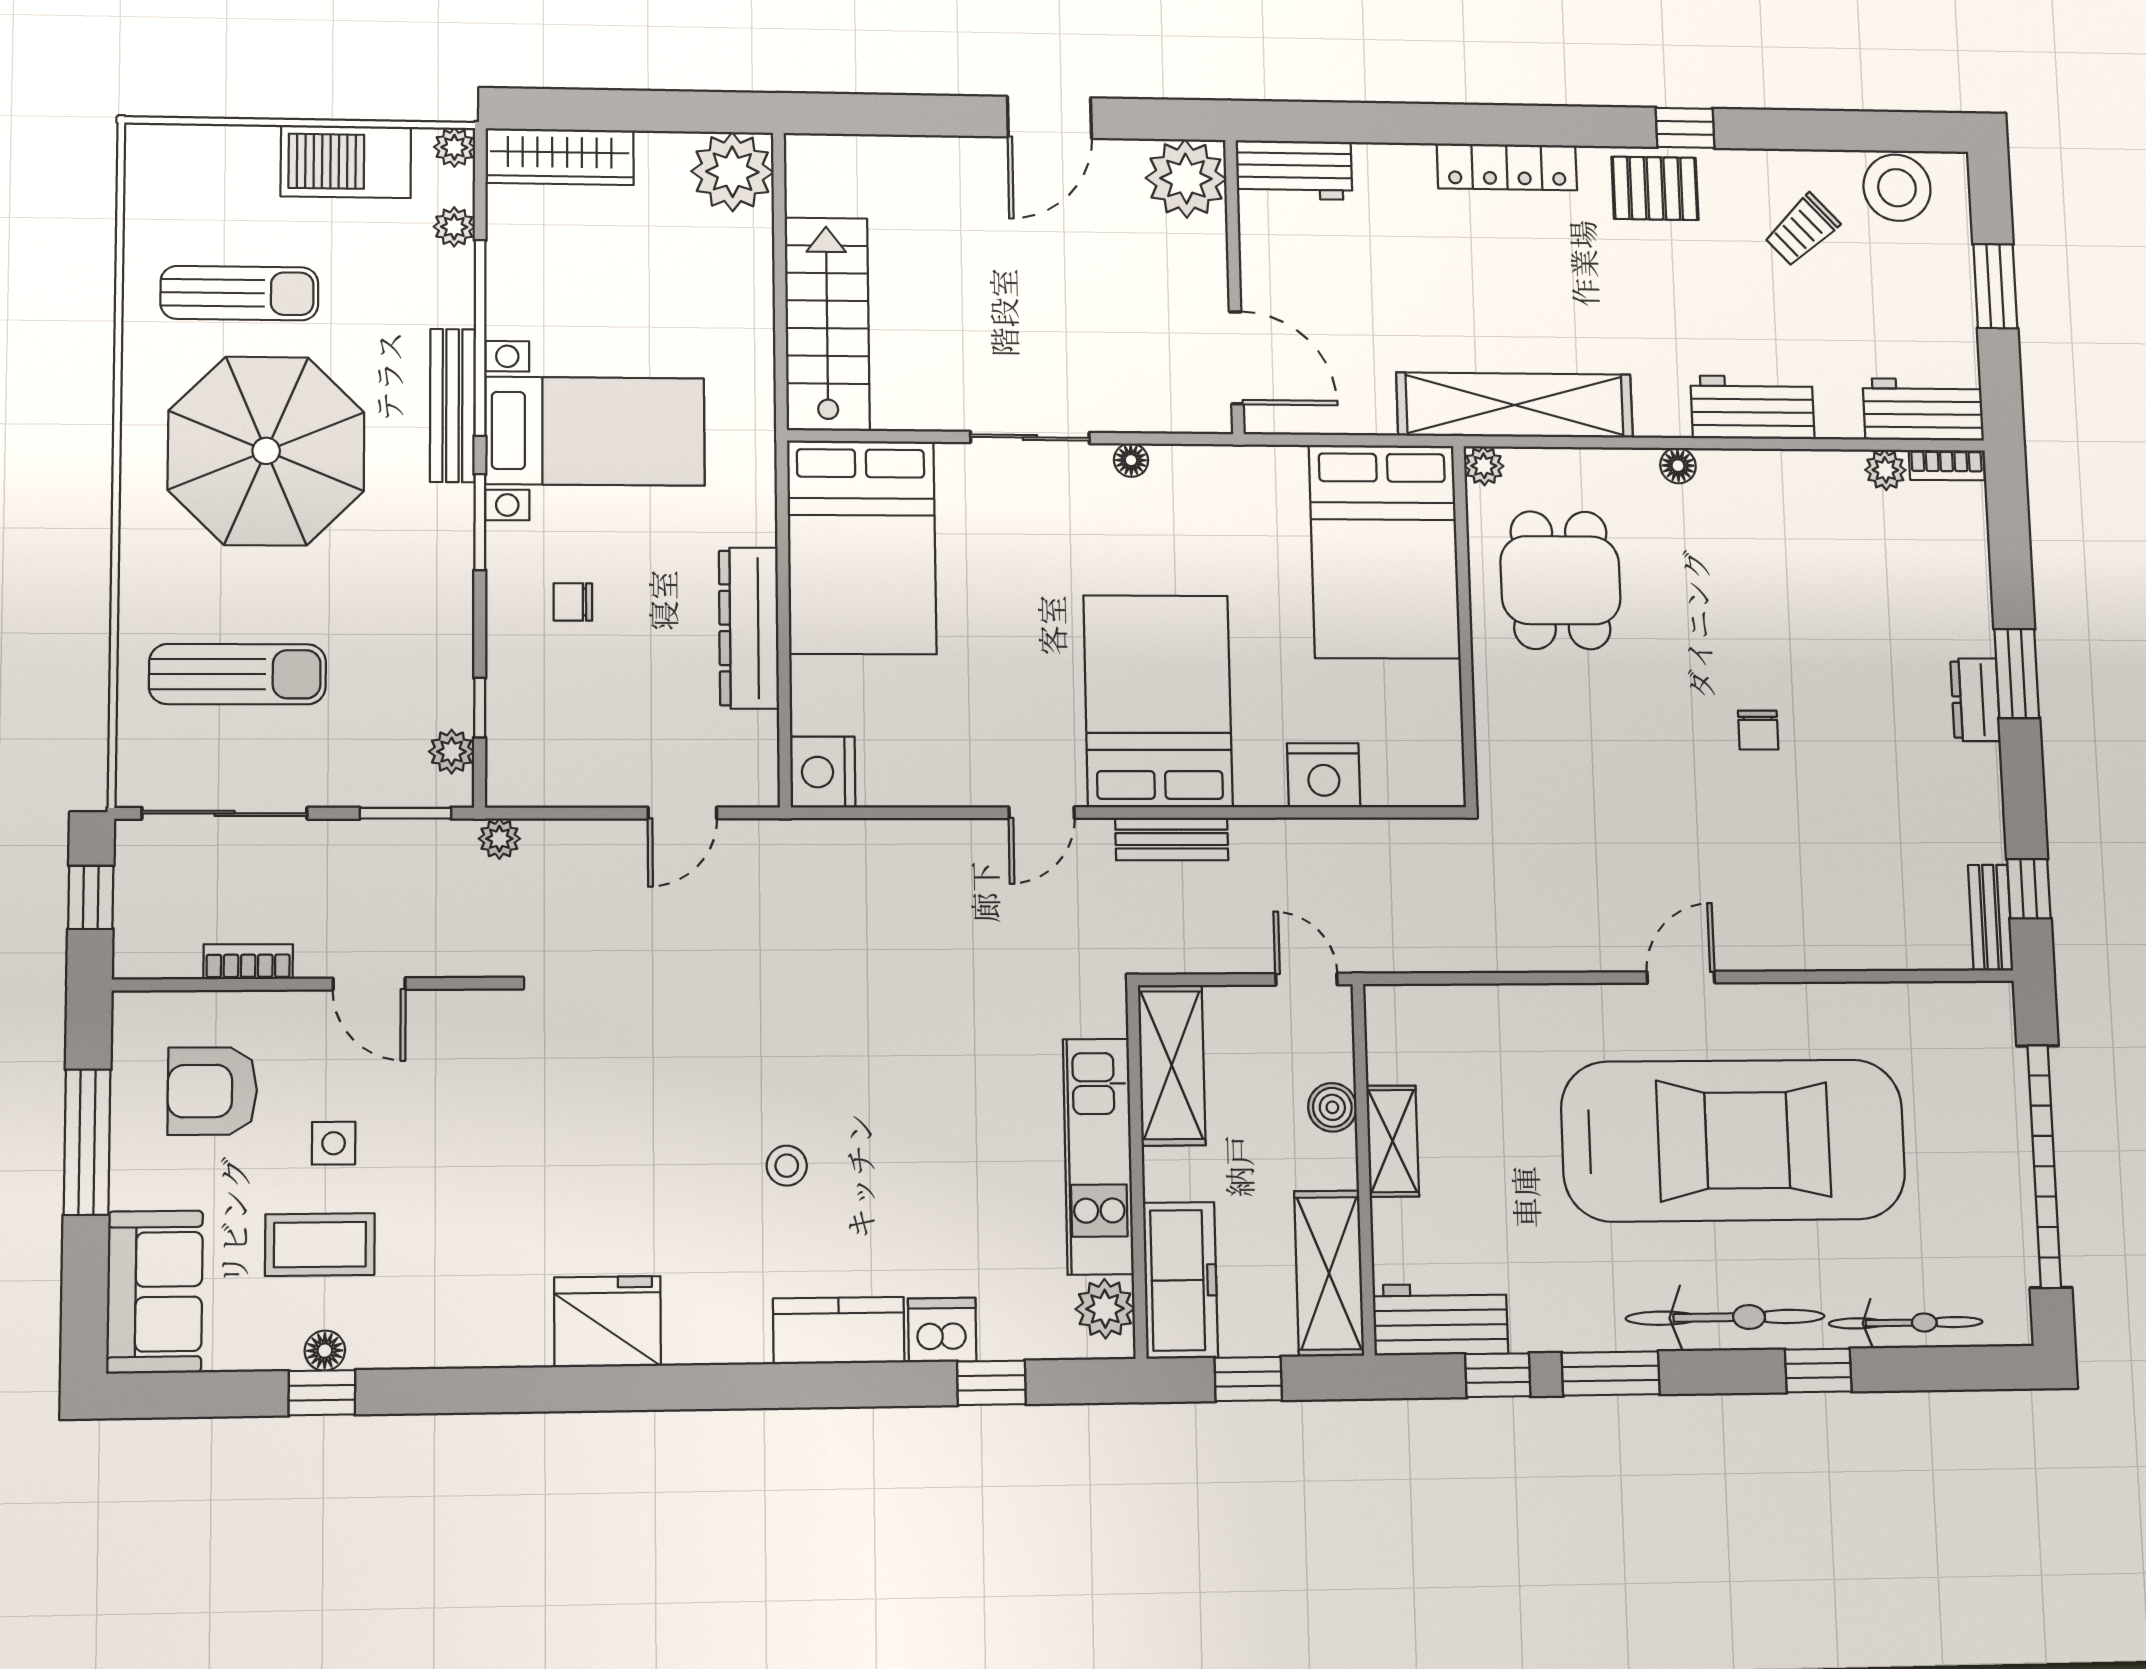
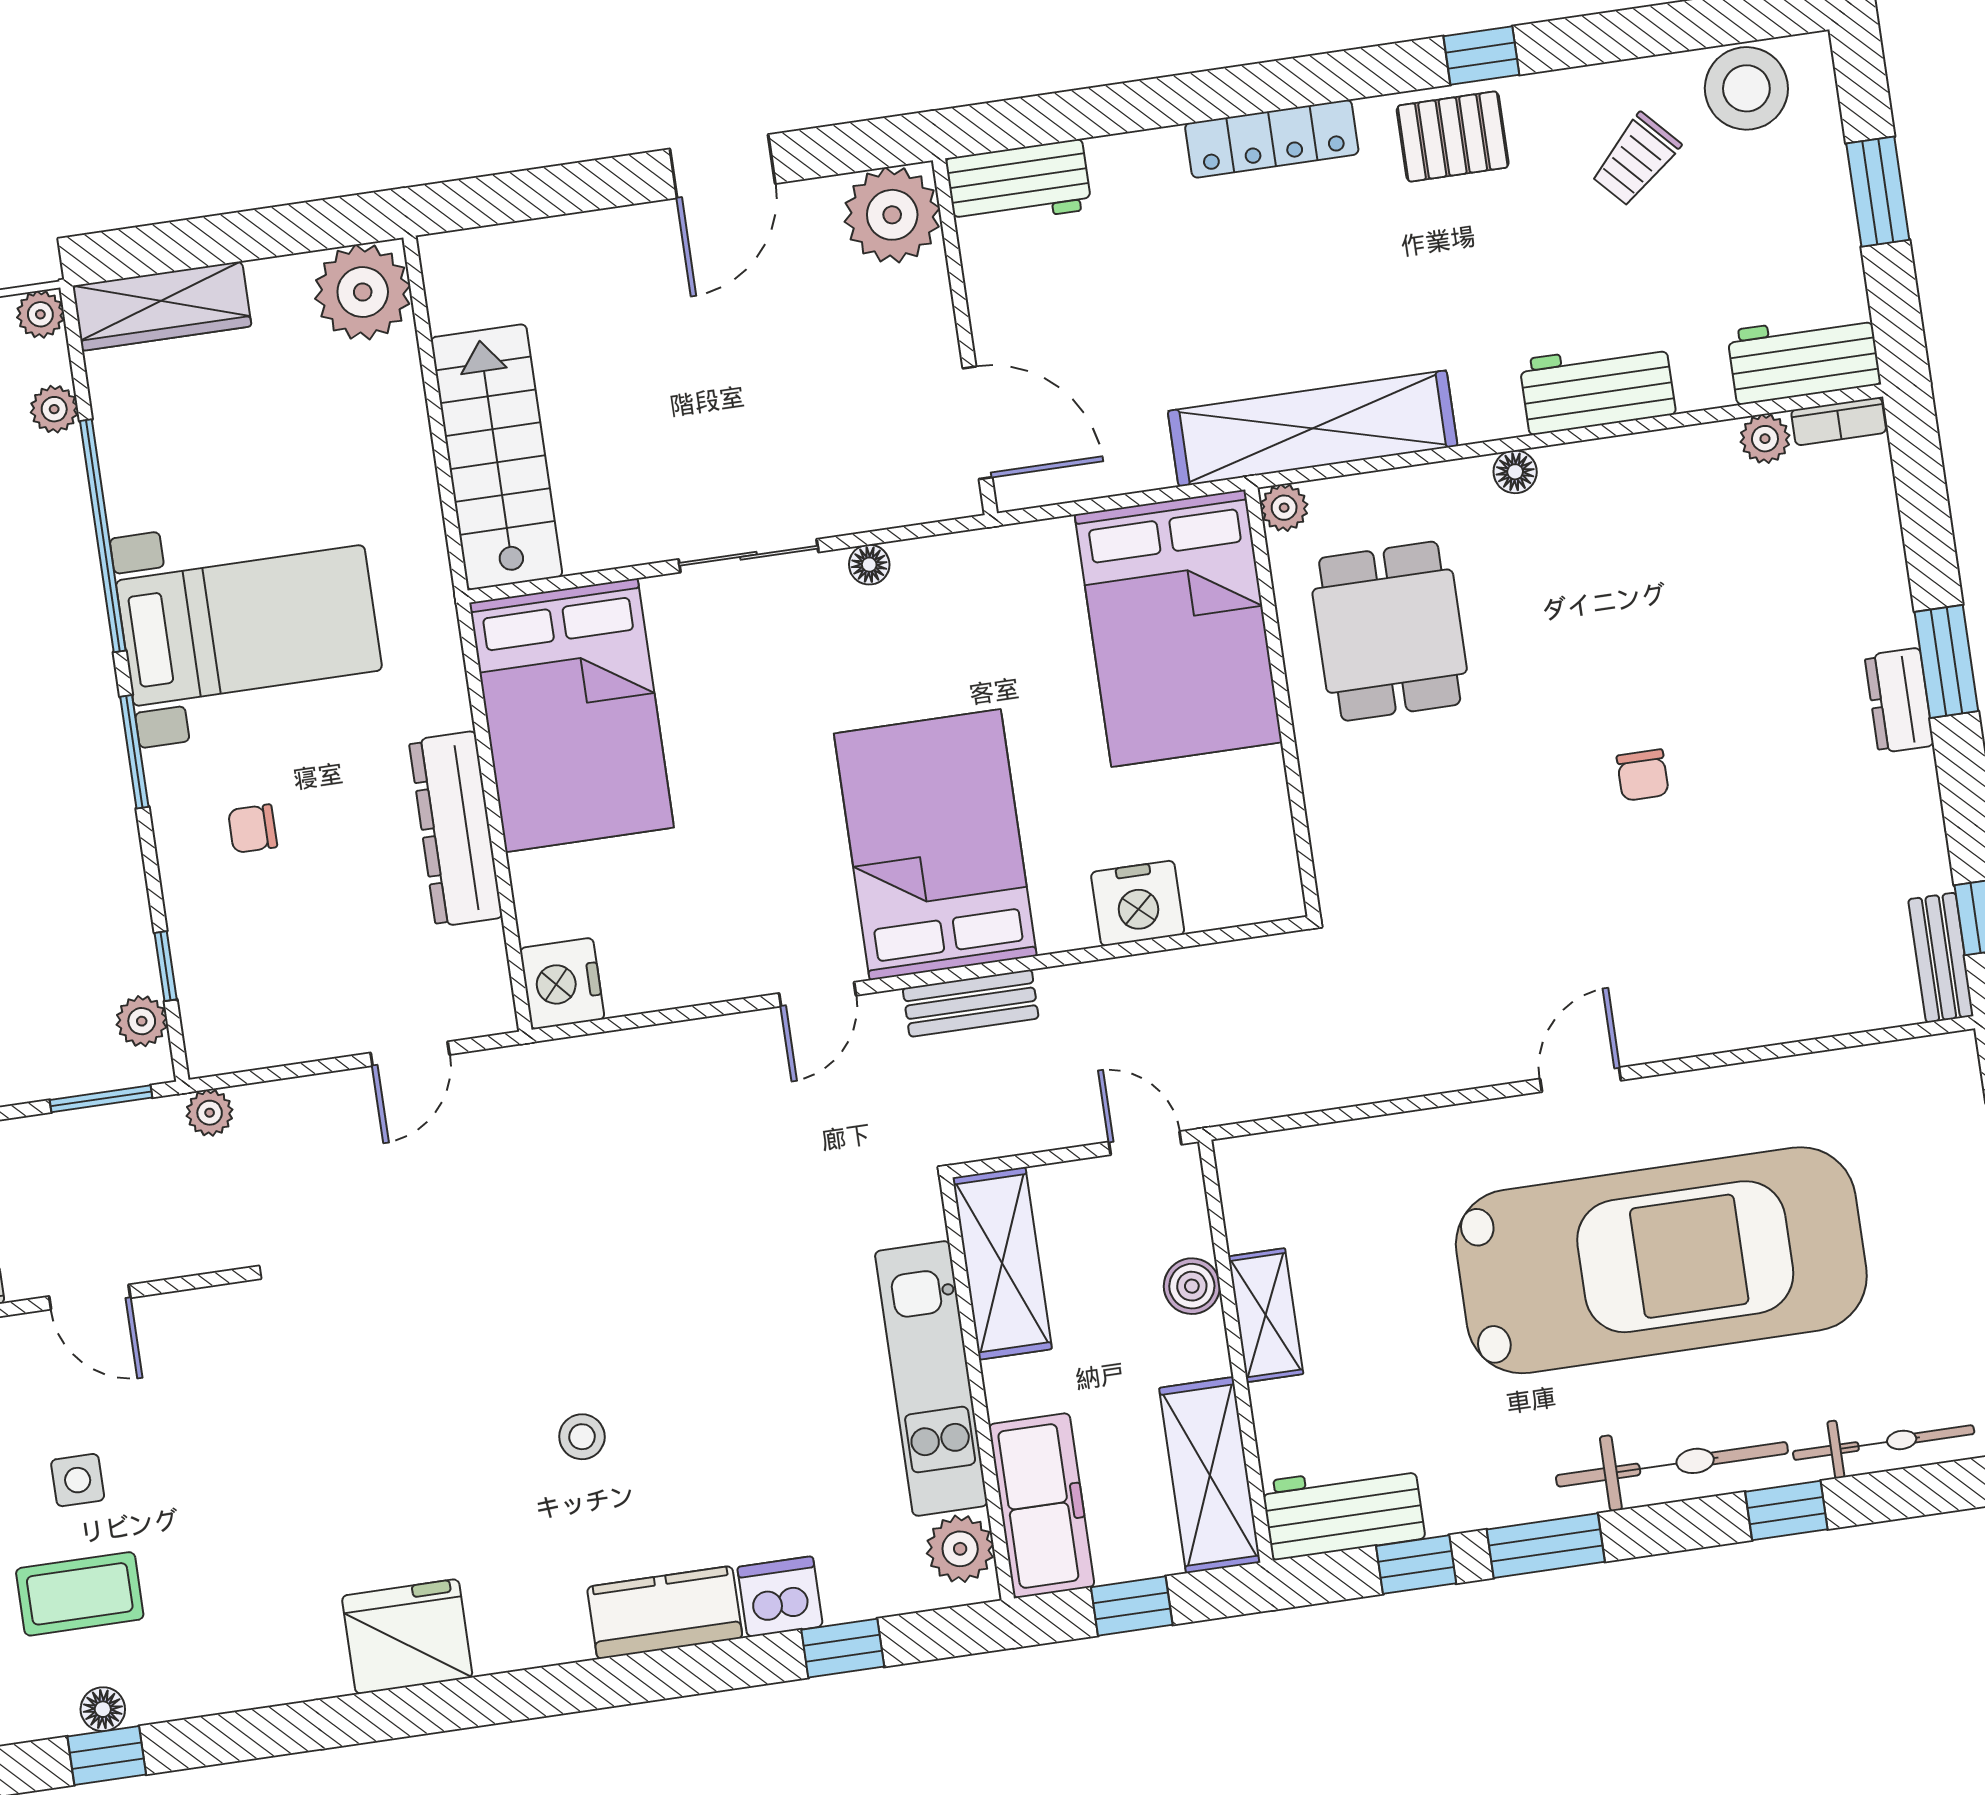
bench: (452, 405) -> (83, 620), removed

